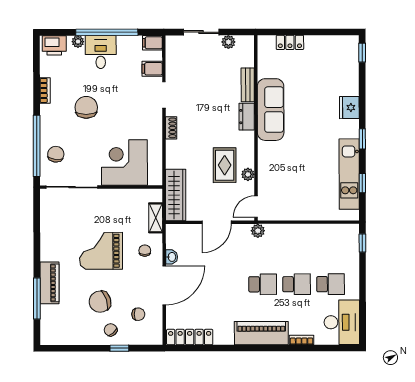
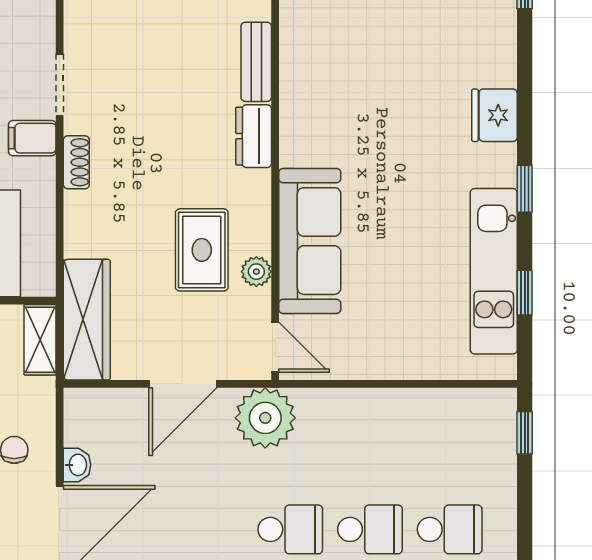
filing cabinet: (152, 69) -> (32, 138), moved
sofa: (271, 110) -> (310, 241), moved
door: (256, 207) -> (275, 347), swing flipped
shelving: (156, 218) -> (40, 340), moved
plant: (258, 231) -> (265, 418), width x1.88, depth x1.88

